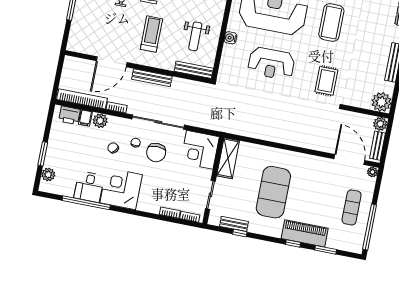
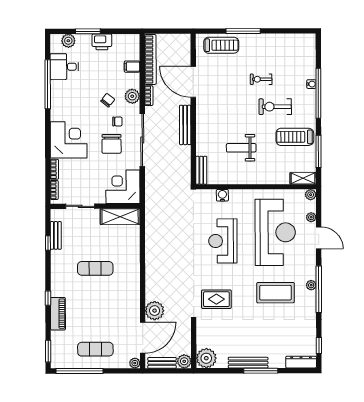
treadmill: (151, 34) -> (221, 45), moved
weight bench: (195, 36) -> (241, 148), moved
water cooler: (230, 38) -> (222, 195), moved
bench: (194, 70) -> (201, 170), width x0.73
printer: (69, 115) -> (102, 42), moved, turned -90
plant: (100, 121) -> (132, 96), moved
plant: (326, 143) -> (155, 311), added
chair: (156, 153) -> (112, 144), turned -90
desk: (89, 187) -> (64, 67), moved
corner desk: (121, 189) -> (69, 140), moved
exercise mat: (273, 192) -> (95, 268), width x0.50, depth x0.69
piano: (305, 233) -> (58, 314), width x0.73, depth x0.75
window: (326, 250) -> (48, 351), moved

